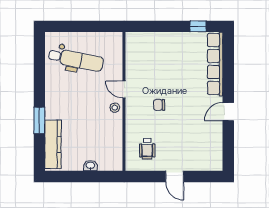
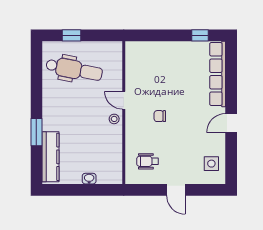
window: (73, 26) -> (72, 35), added
wheelchair: (147, 149) -> (148, 161), turned 90
side table: (209, 151) -> (211, 164), added

